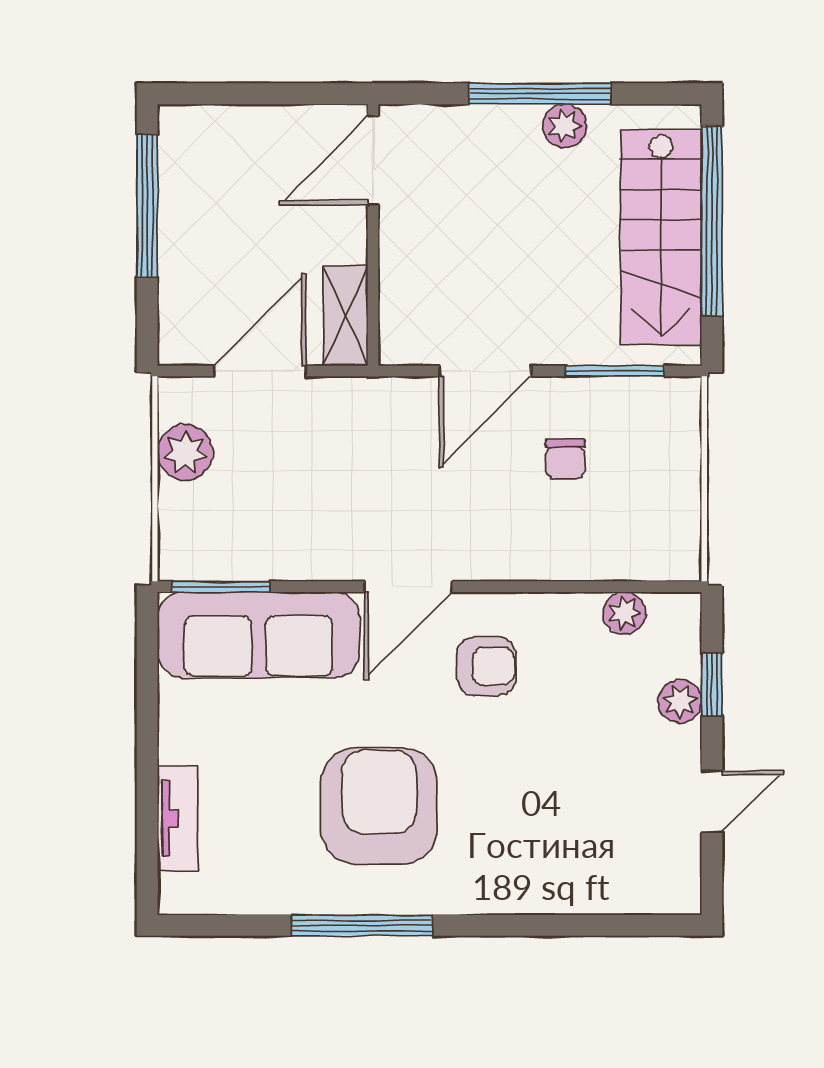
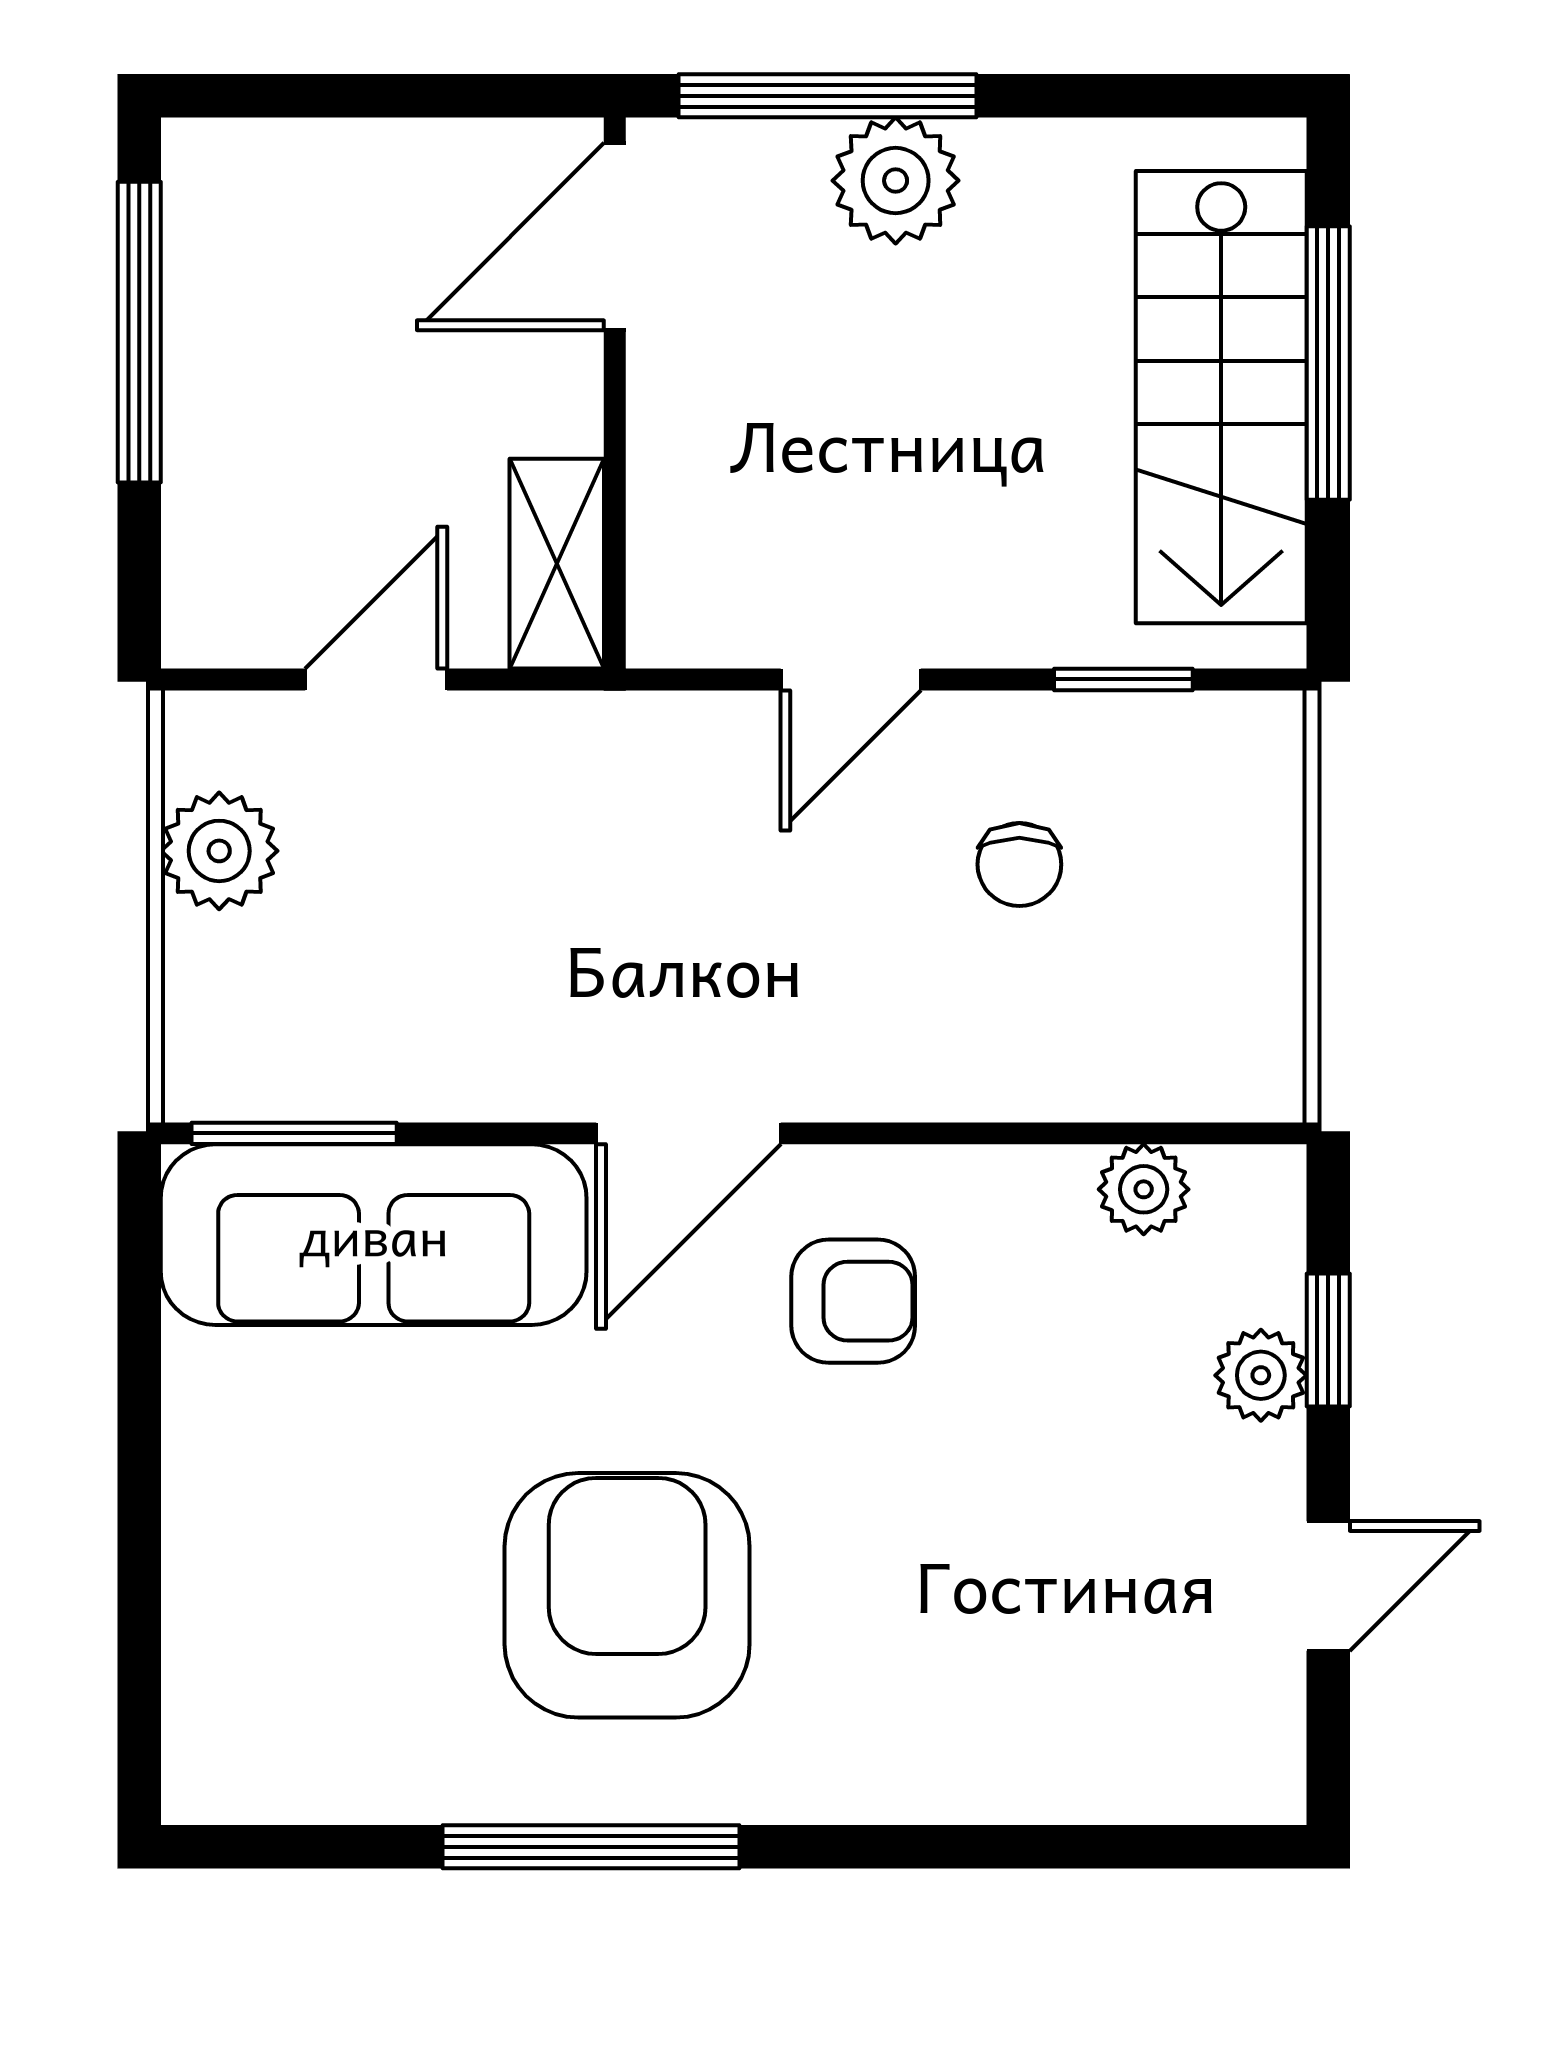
window: (540, 94) -> (828, 96), moved
plant: (565, 126) -> (896, 181), moved, width x1.38, depth x1.38
window: (712, 221) -> (1328, 363), width x0.68
door: (260, 371) -> (376, 679), width x0.73
door: (485, 371) -> (851, 679), width x0.73
window: (615, 371) -> (1123, 679), width x0.67
tv unit: (178, 818) -> (203, 1622), removed

